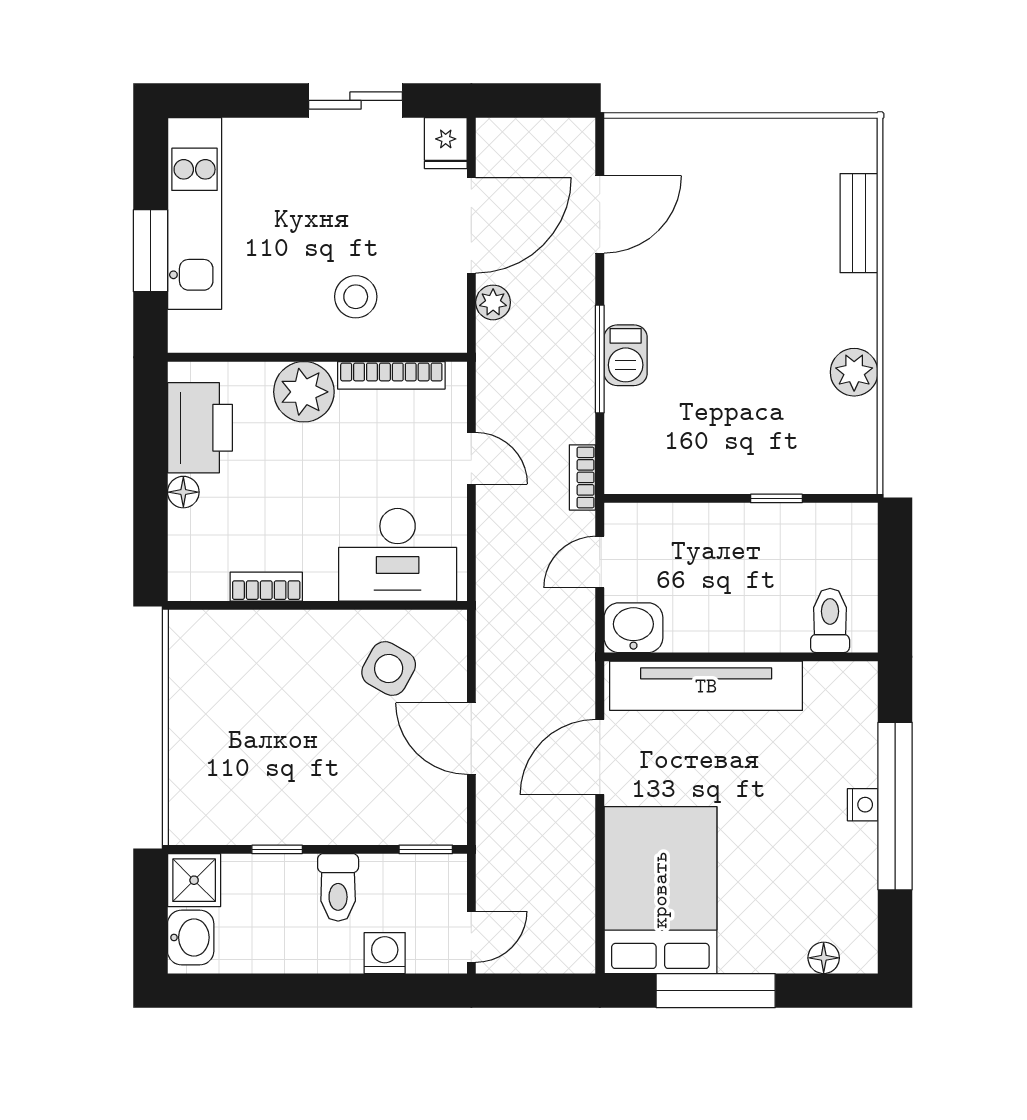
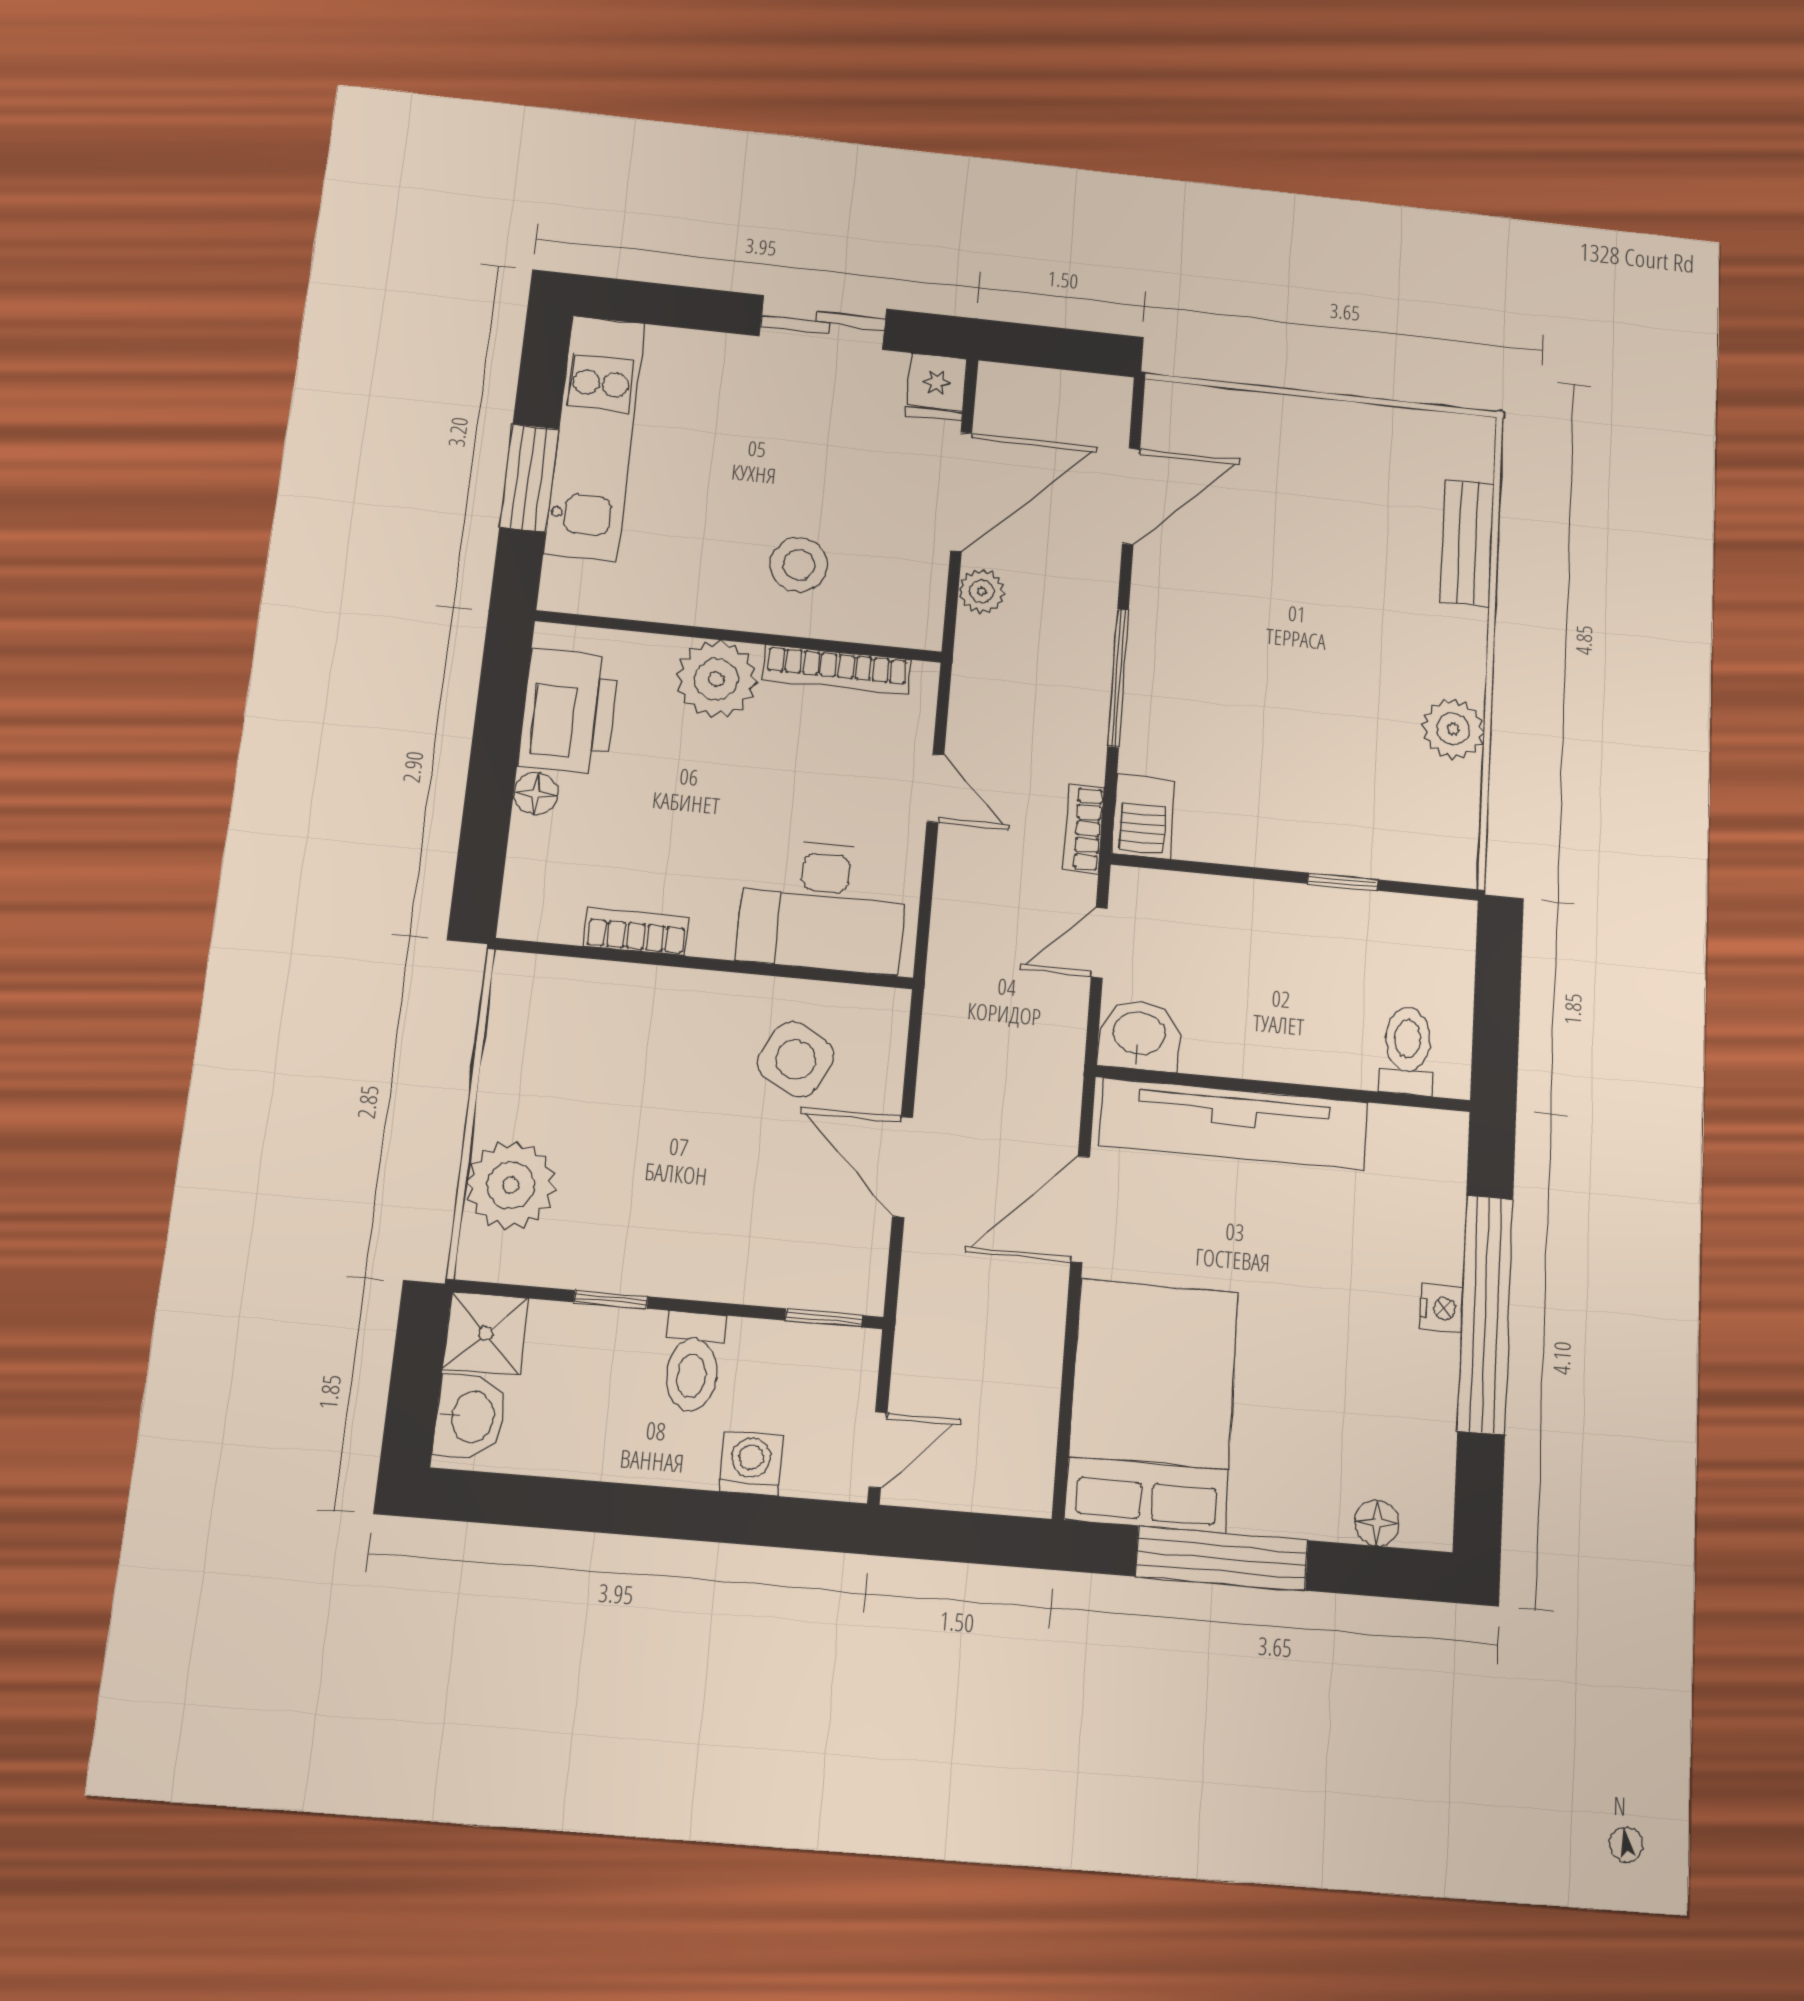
barbecue: (626, 355) -> (1143, 816), moved
plant: (199, 776) -> (511, 1185), added

